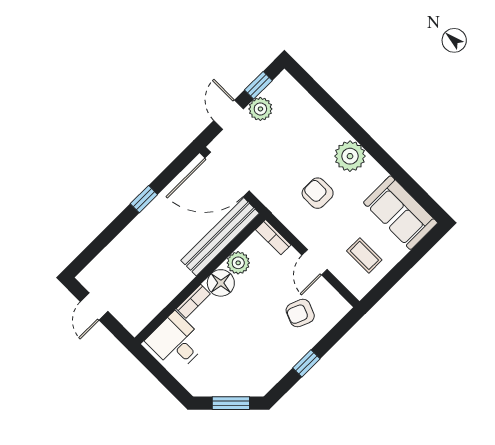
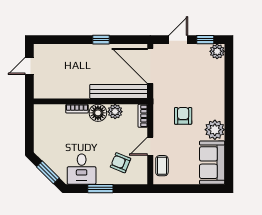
plant: (260, 109) -> (217, 51), moved
plant: (350, 156) -> (215, 130), moved
coffee table: (364, 255) -> (162, 166), moved
desk: (176, 342) -> (82, 169), moved, turned 180
window: (306, 363) -> (100, 189), width x1.50

